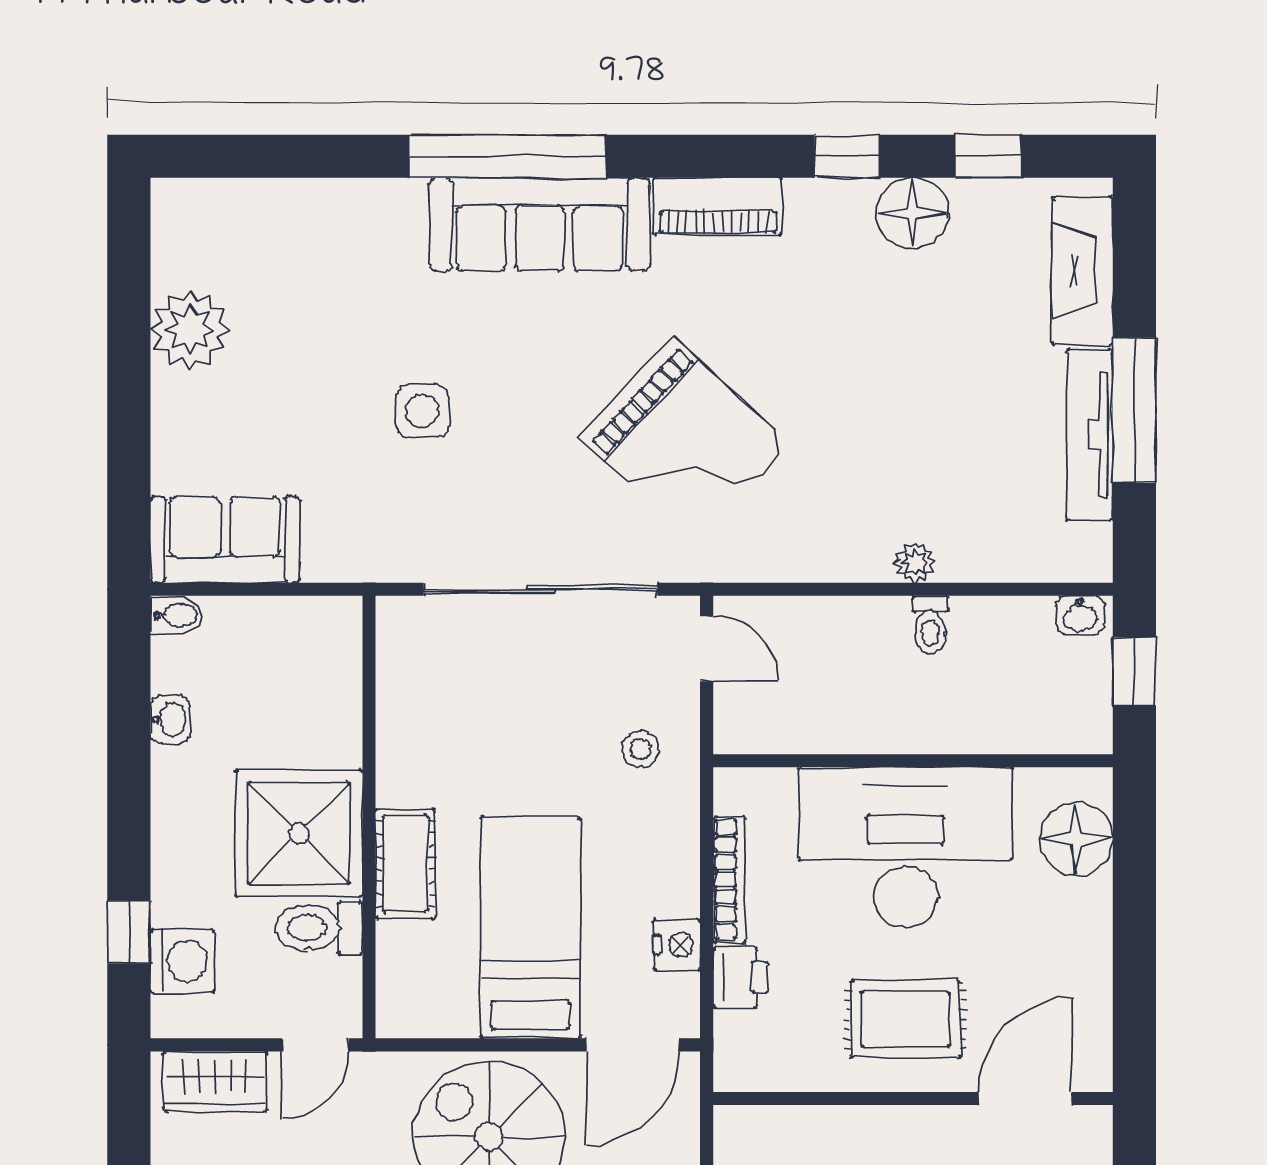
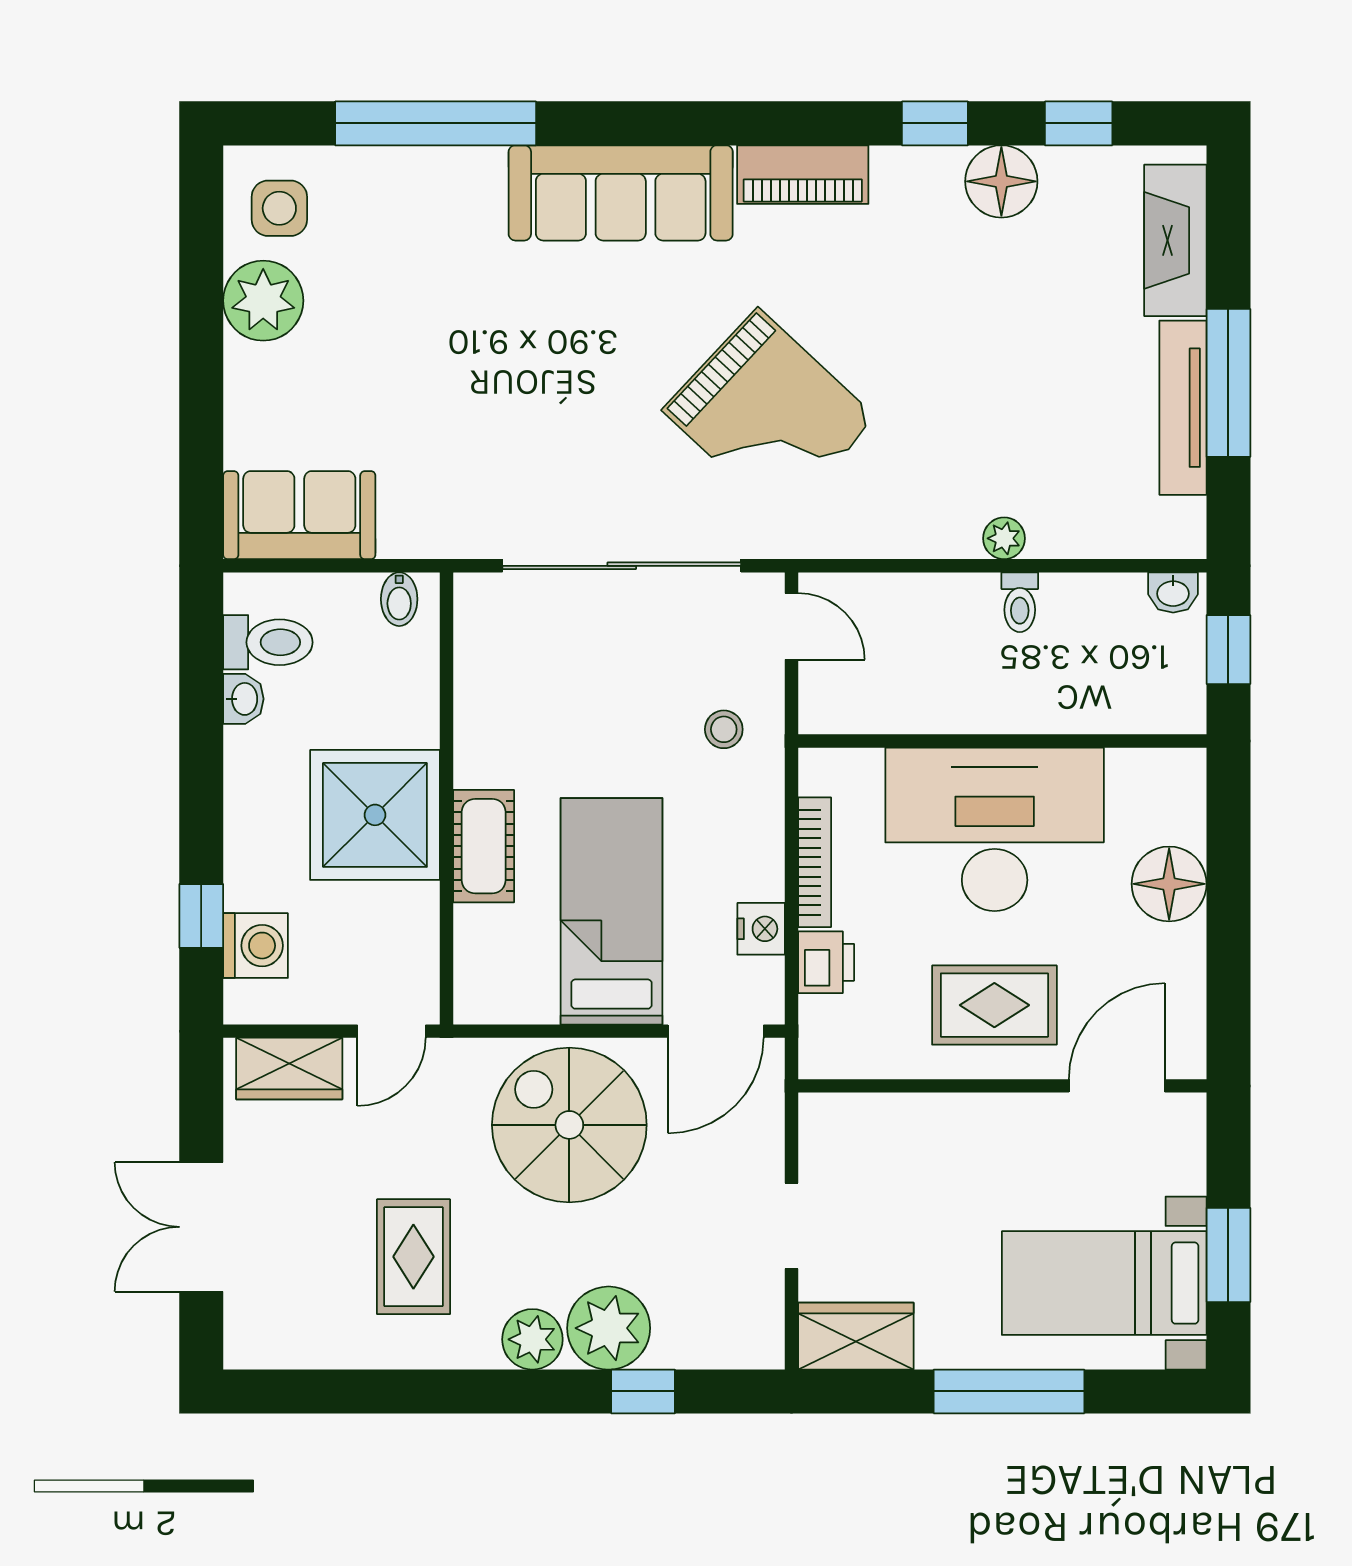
window: (507, 156) -> (436, 123), moved
side table: (422, 411) -> (279, 208), moved
bidet: (177, 615) -> (399, 599), moved, turned 90
floor lamp: (1076, 839) -> (1169, 884), moved
toilet: (319, 928) -> (268, 642), moved, turned 180

